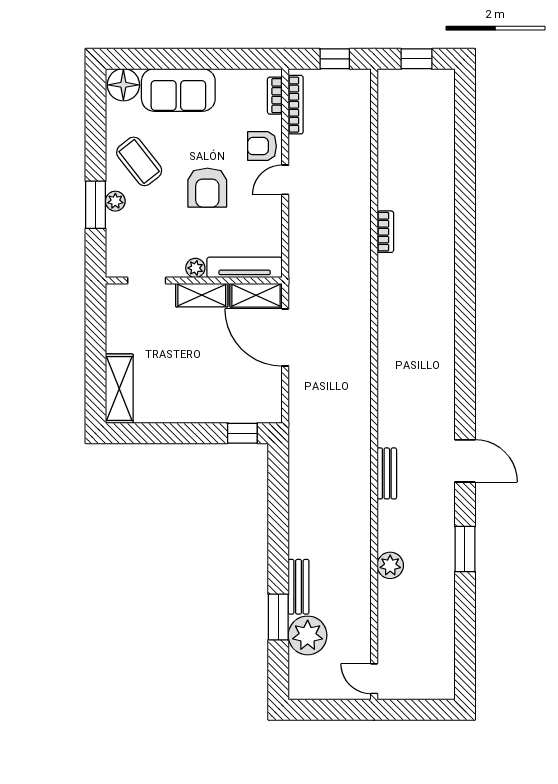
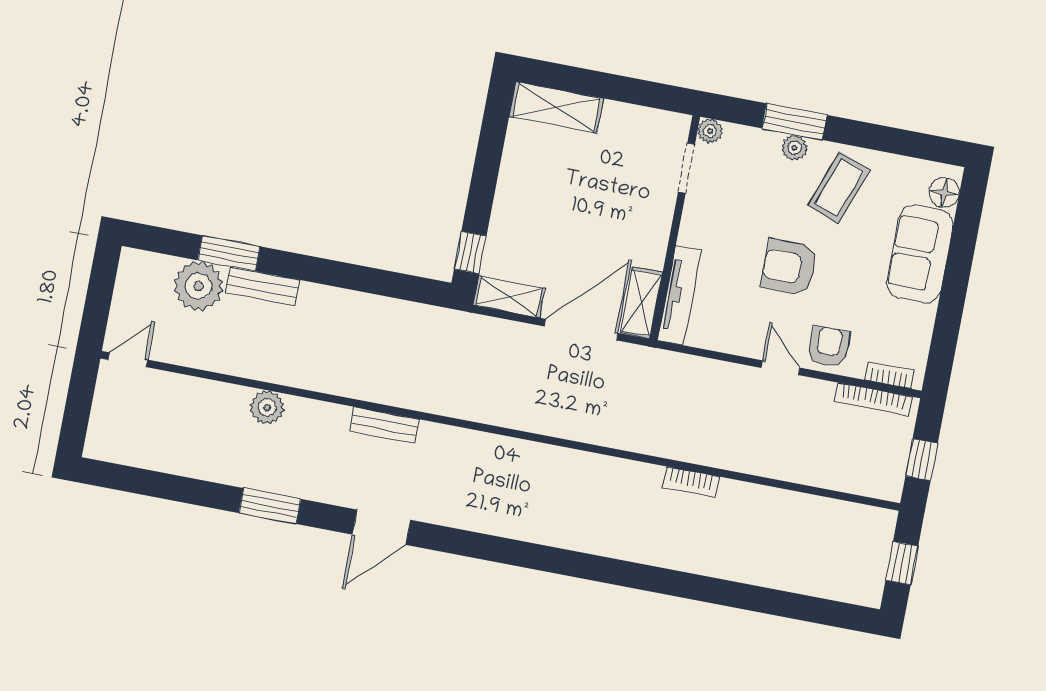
floor lamp: (123, 85) -> (944, 193), width x0.73, depth x0.73
coffee table: (139, 161) -> (839, 187), turned -32
plant: (195, 268) -> (710, 131), moved
shelving: (202, 295) -> (509, 297), moved, turned 90

